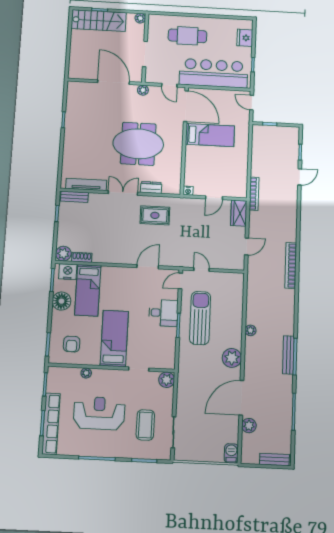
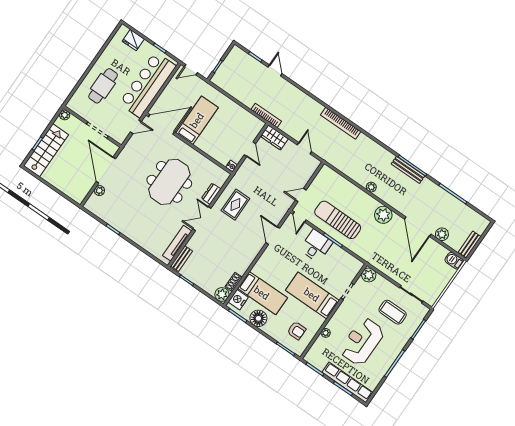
door: (114, 82) -> (106, 170), hinge flipped
plant: (143, 90) -> (99, 191), moved
bench: (274, 459) -> (470, 244), moved

